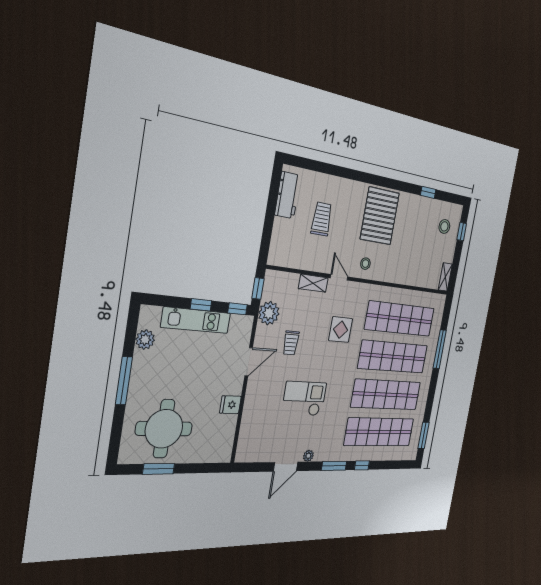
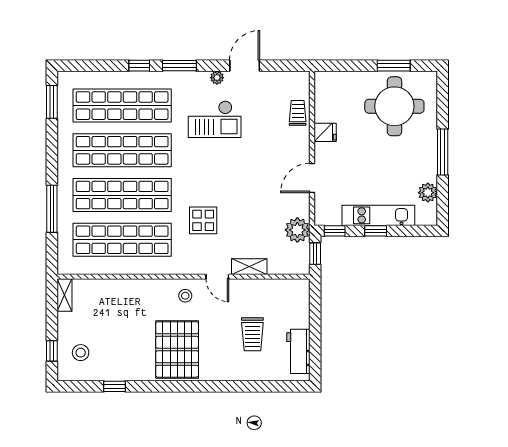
trolley: (291, 343) -> (298, 113), moved
checkout: (304, 399) -> (215, 119), moved

